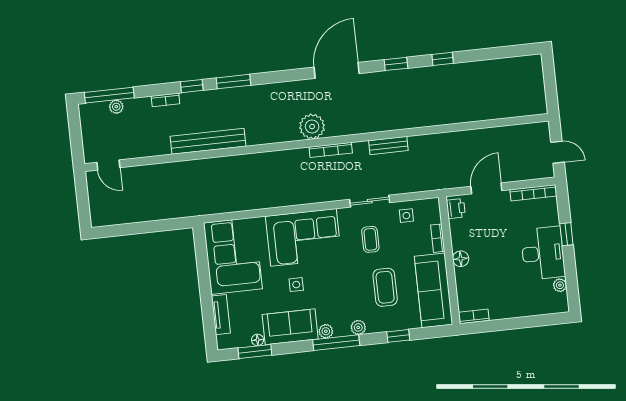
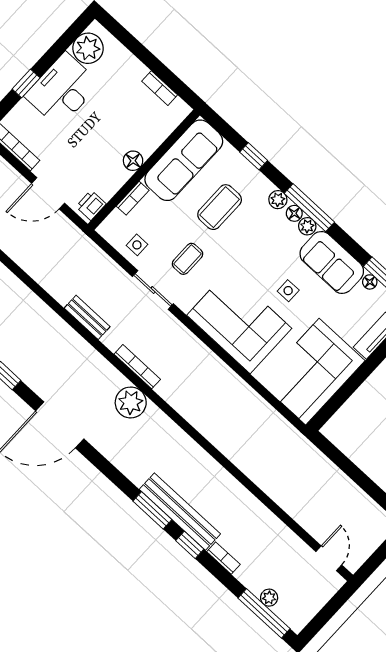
bench: (208, 141) -> (180, 512), moved
plant: (560, 285) -> (88, 48), width x1.87, depth x1.87
bookcase: (474, 316) -> (160, 88), moved
floor lamp: (341, 330) -> (294, 213), added

